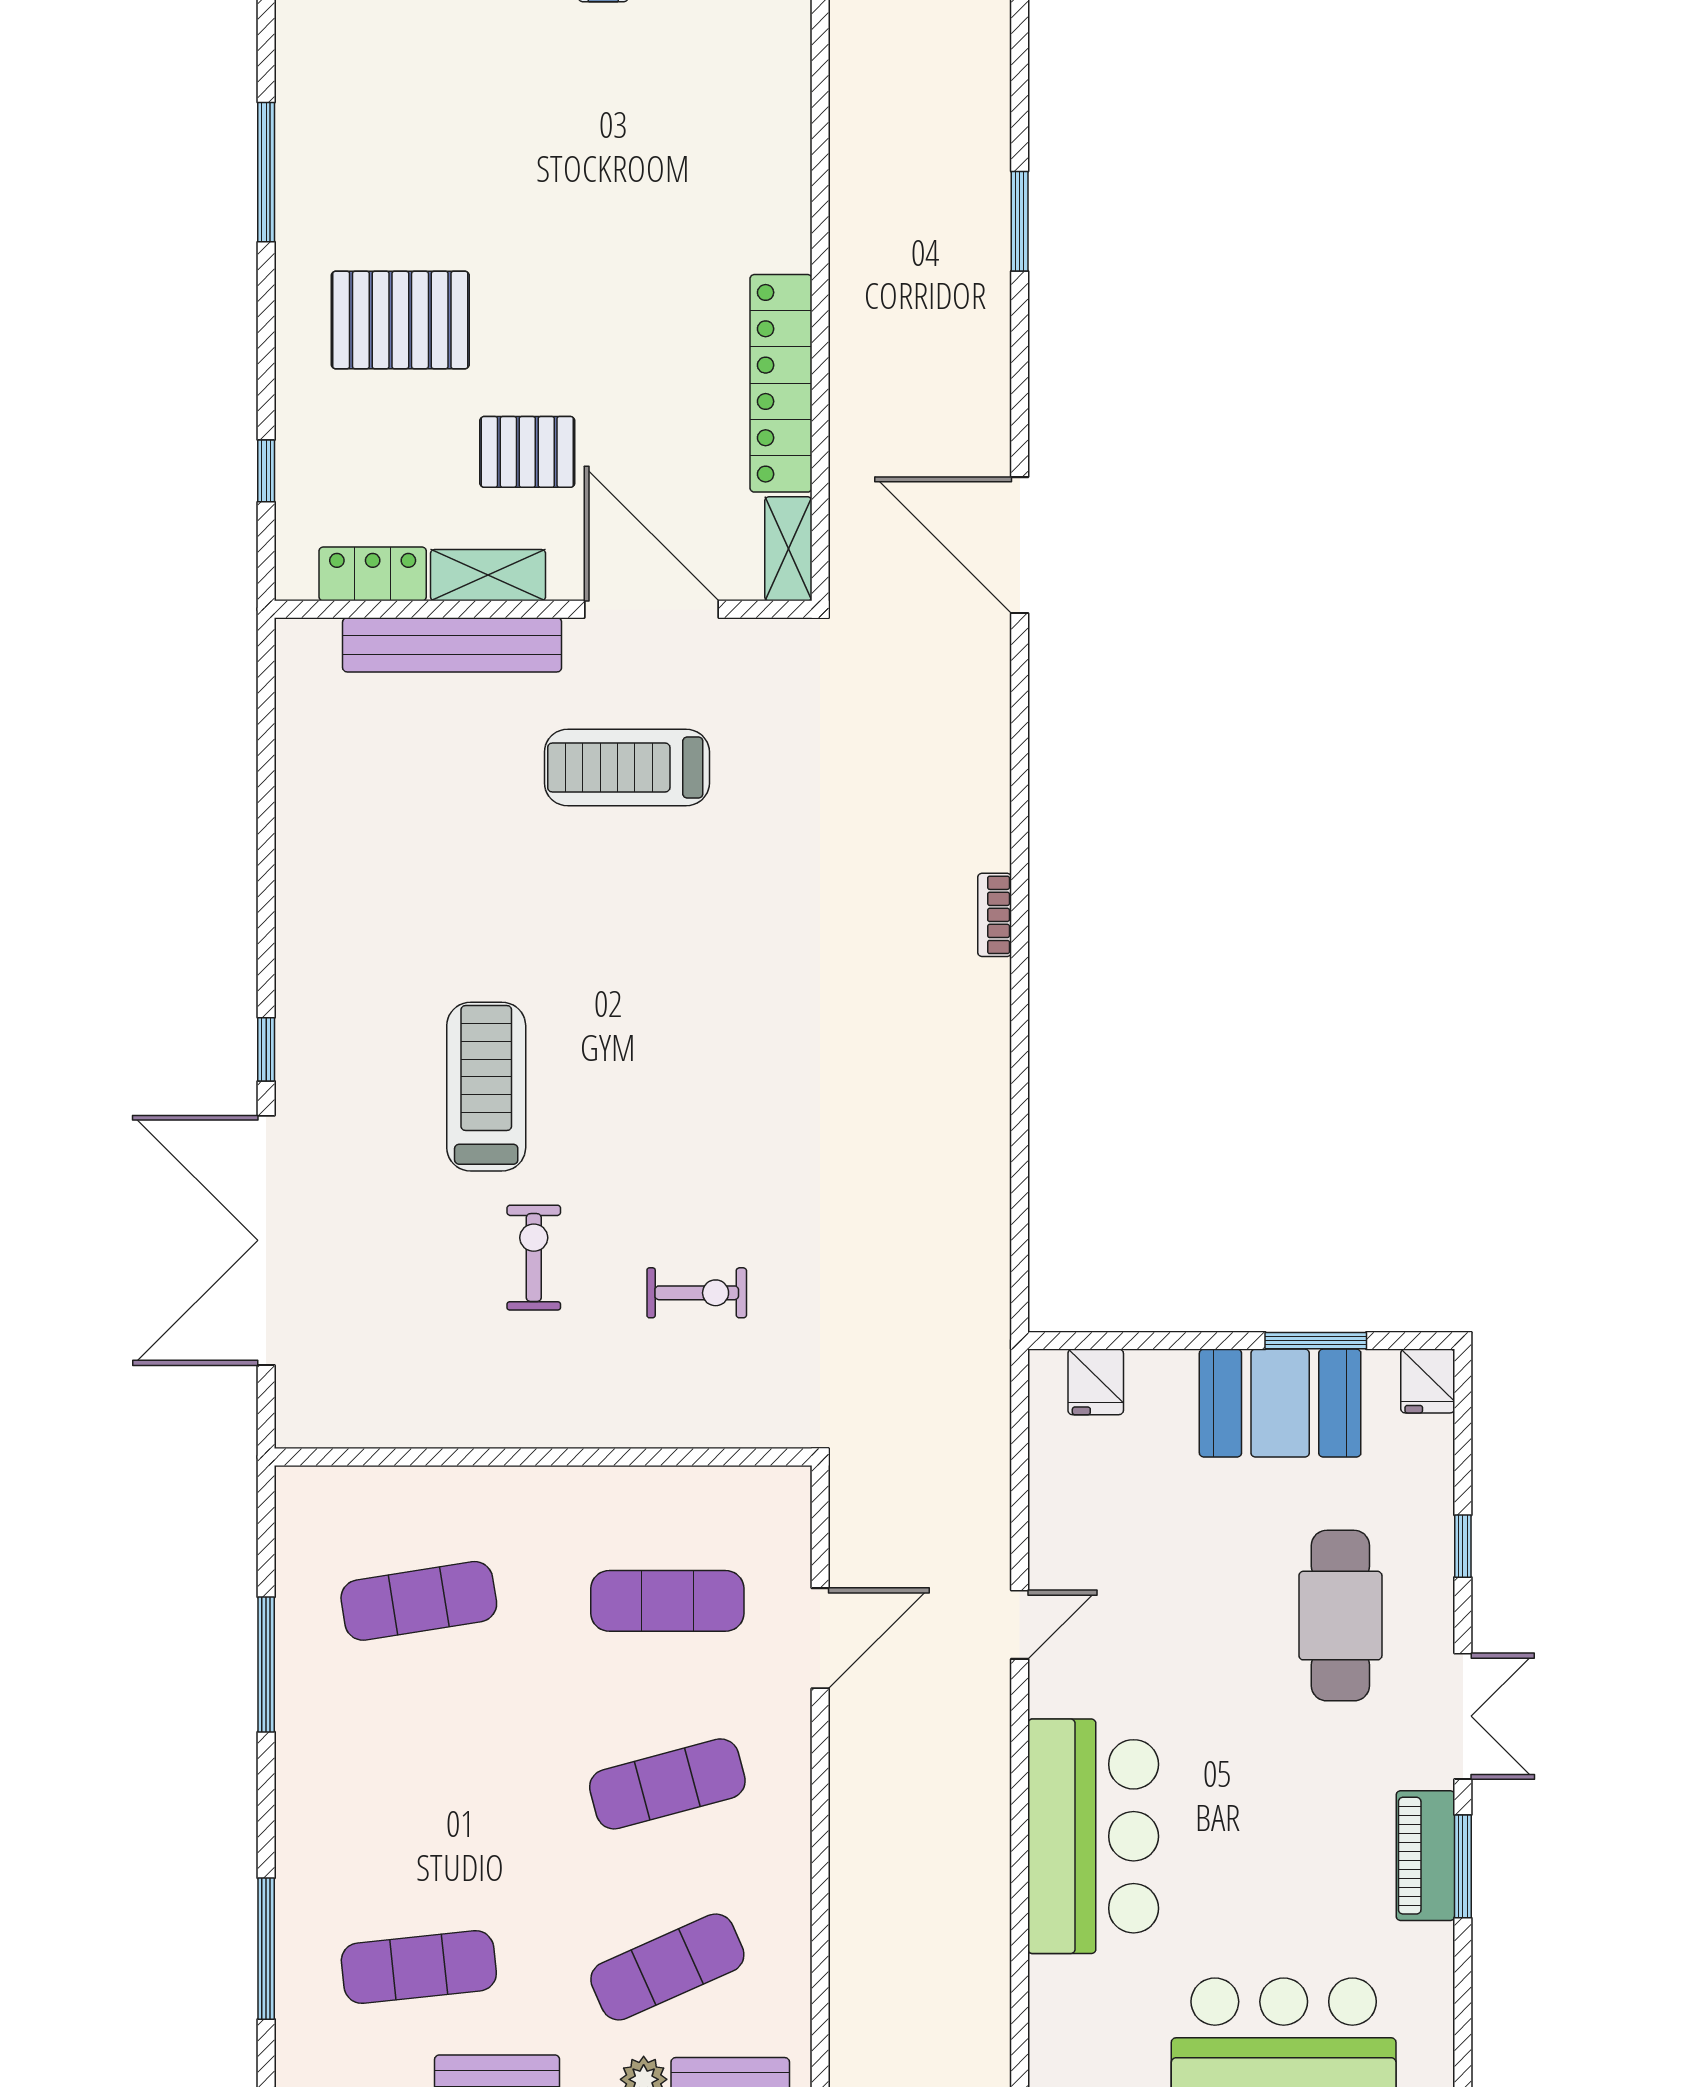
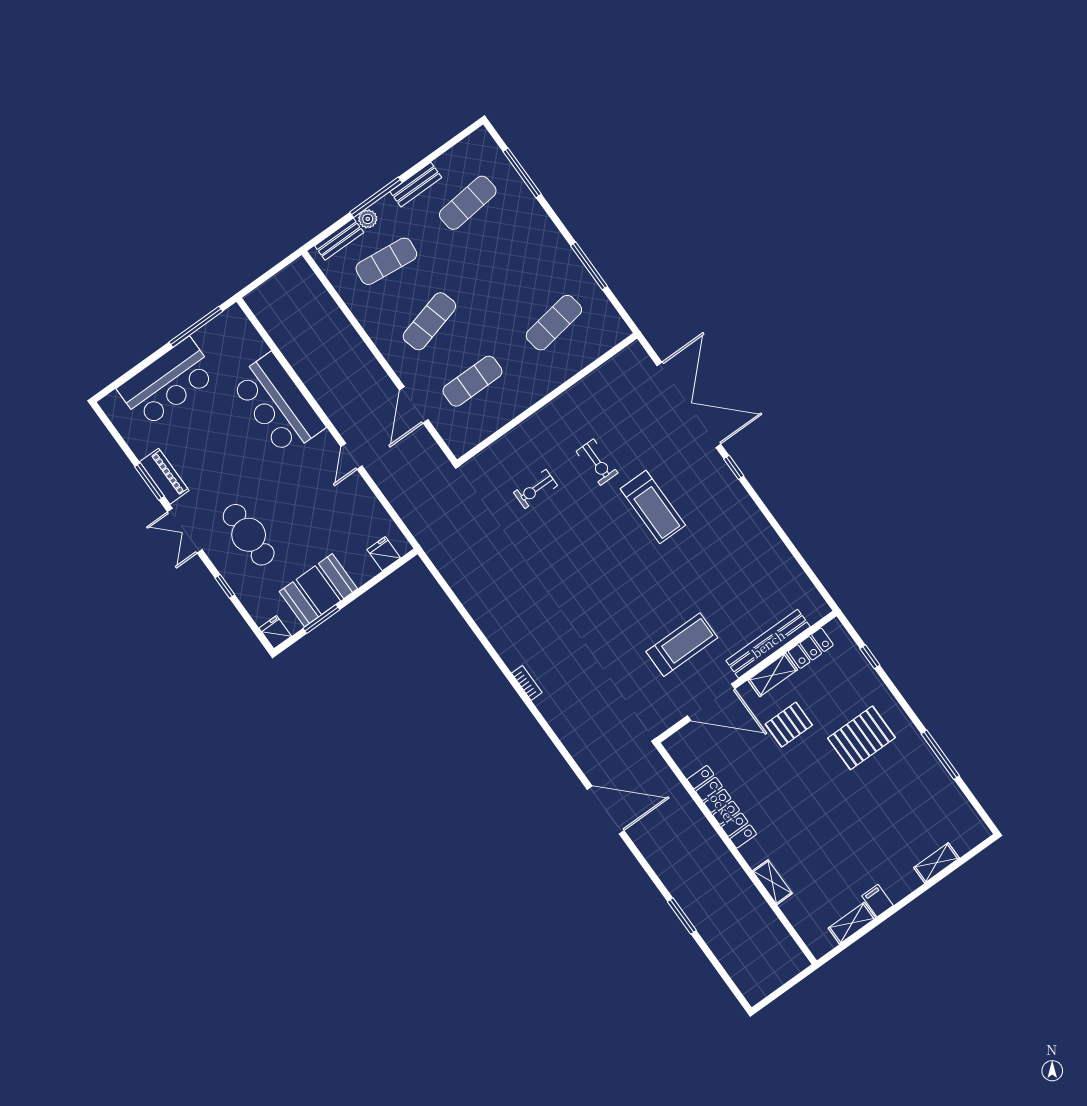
shelving: (788, 549) -> (772, 882), moved
exercise mat: (667, 1967) -> (386, 261), turned 30

